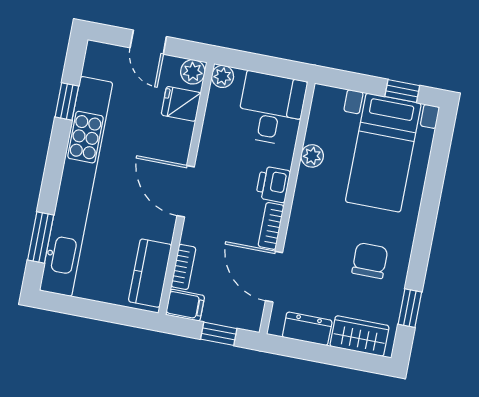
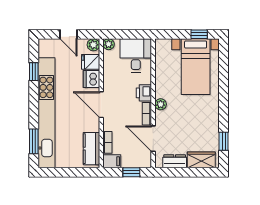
dishwasher: (176, 138) -> (92, 79), added
plant: (312, 156) -> (161, 104), moved
chair: (370, 261) -> (199, 121), removed

